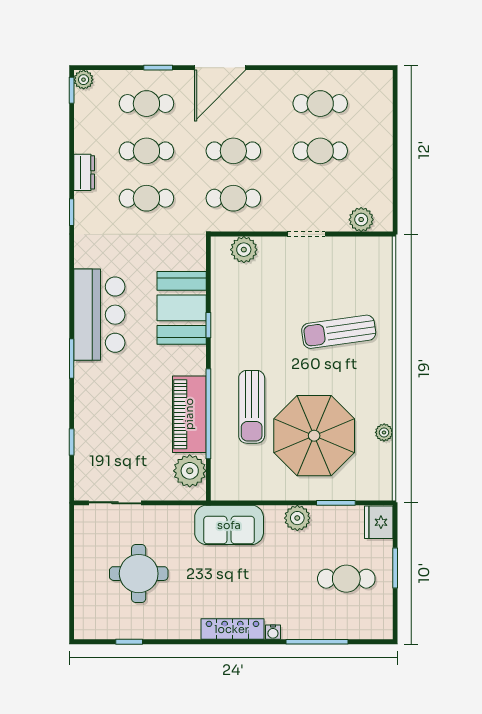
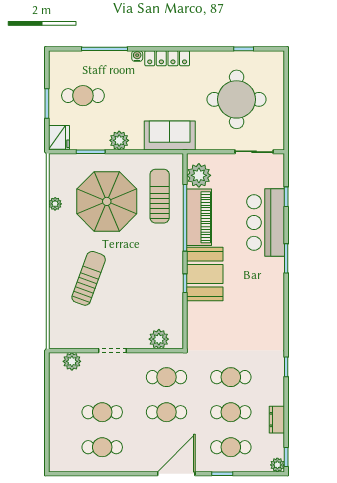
dresser: (84, 172) -> (277, 420), moved
booth: (182, 308) -> (205, 274), moved
bar counter: (99, 315) -> (266, 223), moved
sun lounger: (339, 332) -> (89, 278), turned -62
sun lounger: (252, 407) -> (160, 196), moved
round table: (139, 574) -> (237, 99), width x1.36, depth x1.36

